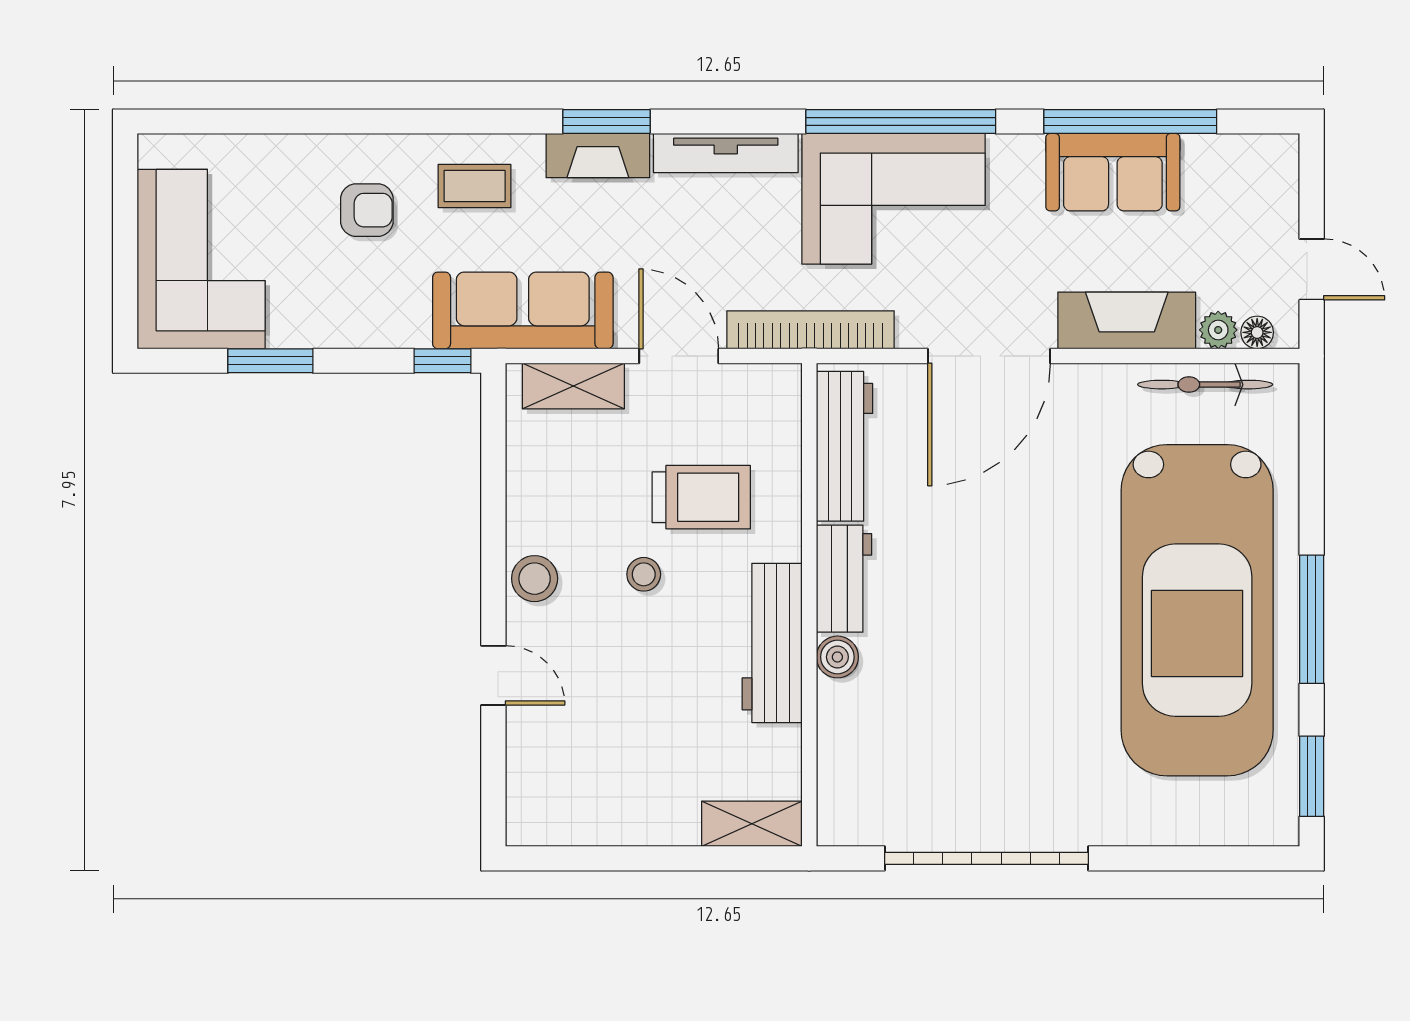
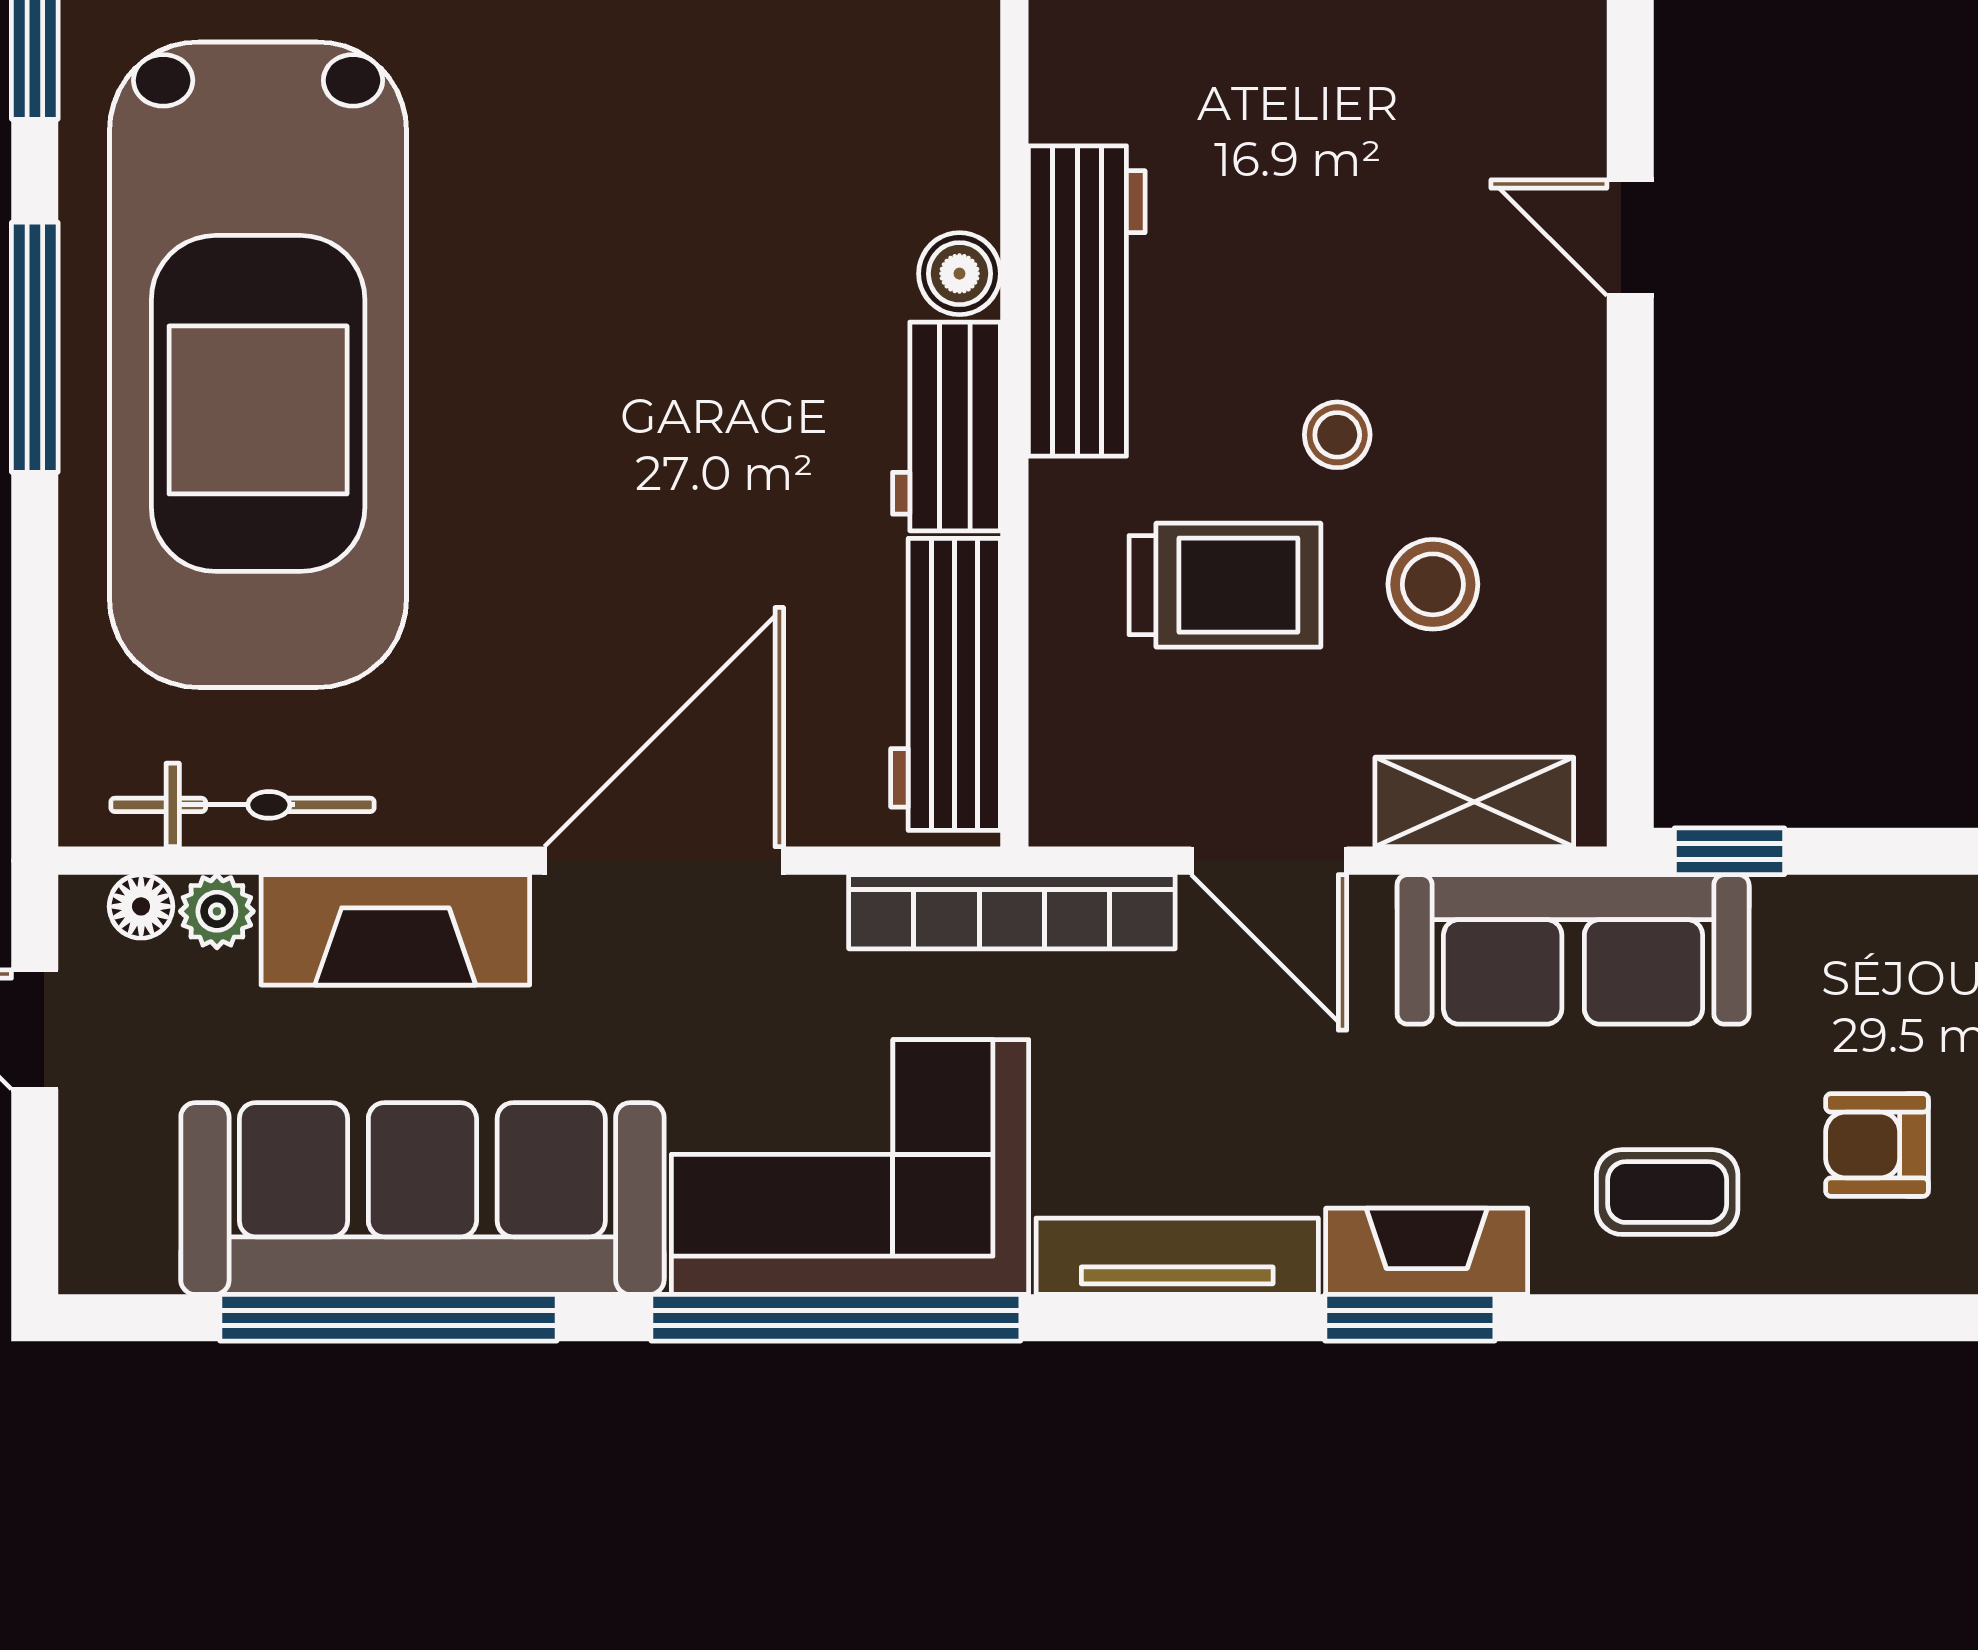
sofa: (1113, 172) -> (422, 1199), width x1.85, depth x1.27
trolley: (701, 497) -> (1225, 585), turned 180
stool: (535, 579) -> (1433, 584), moved
car: (1197, 610) -> (258, 365), turned 180

